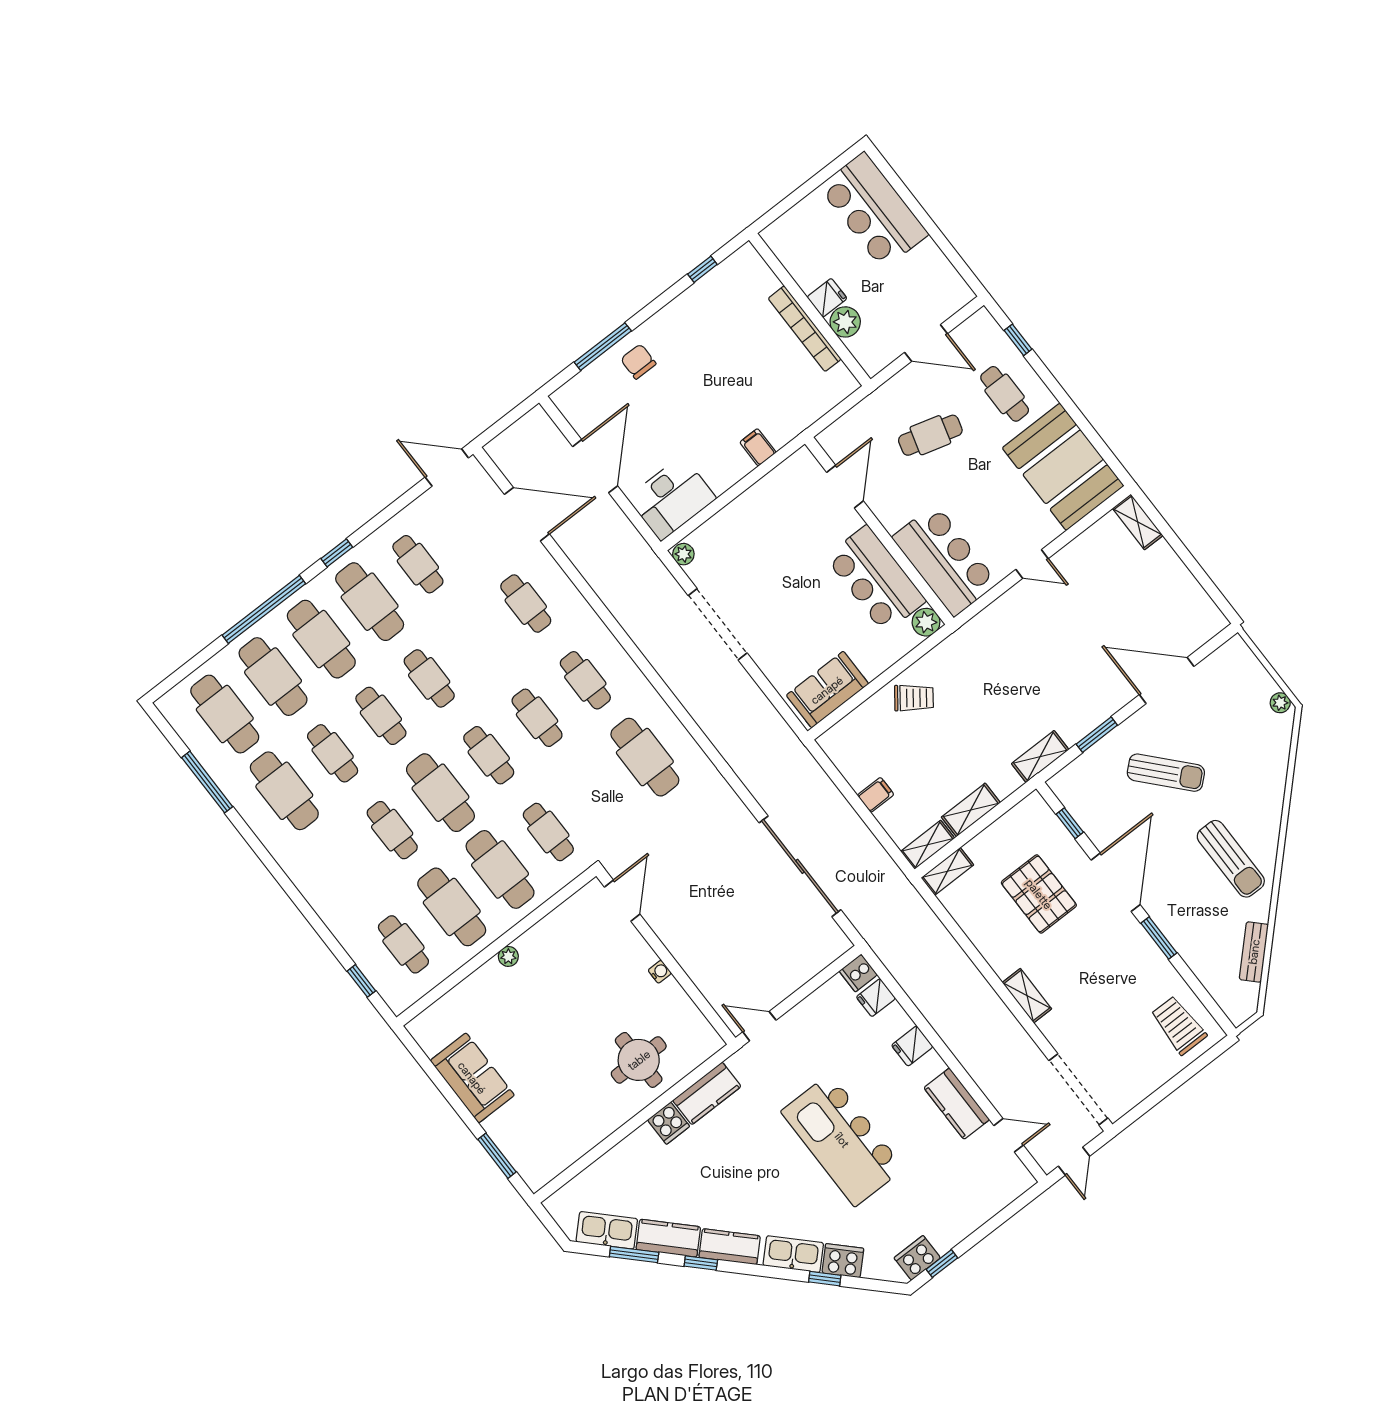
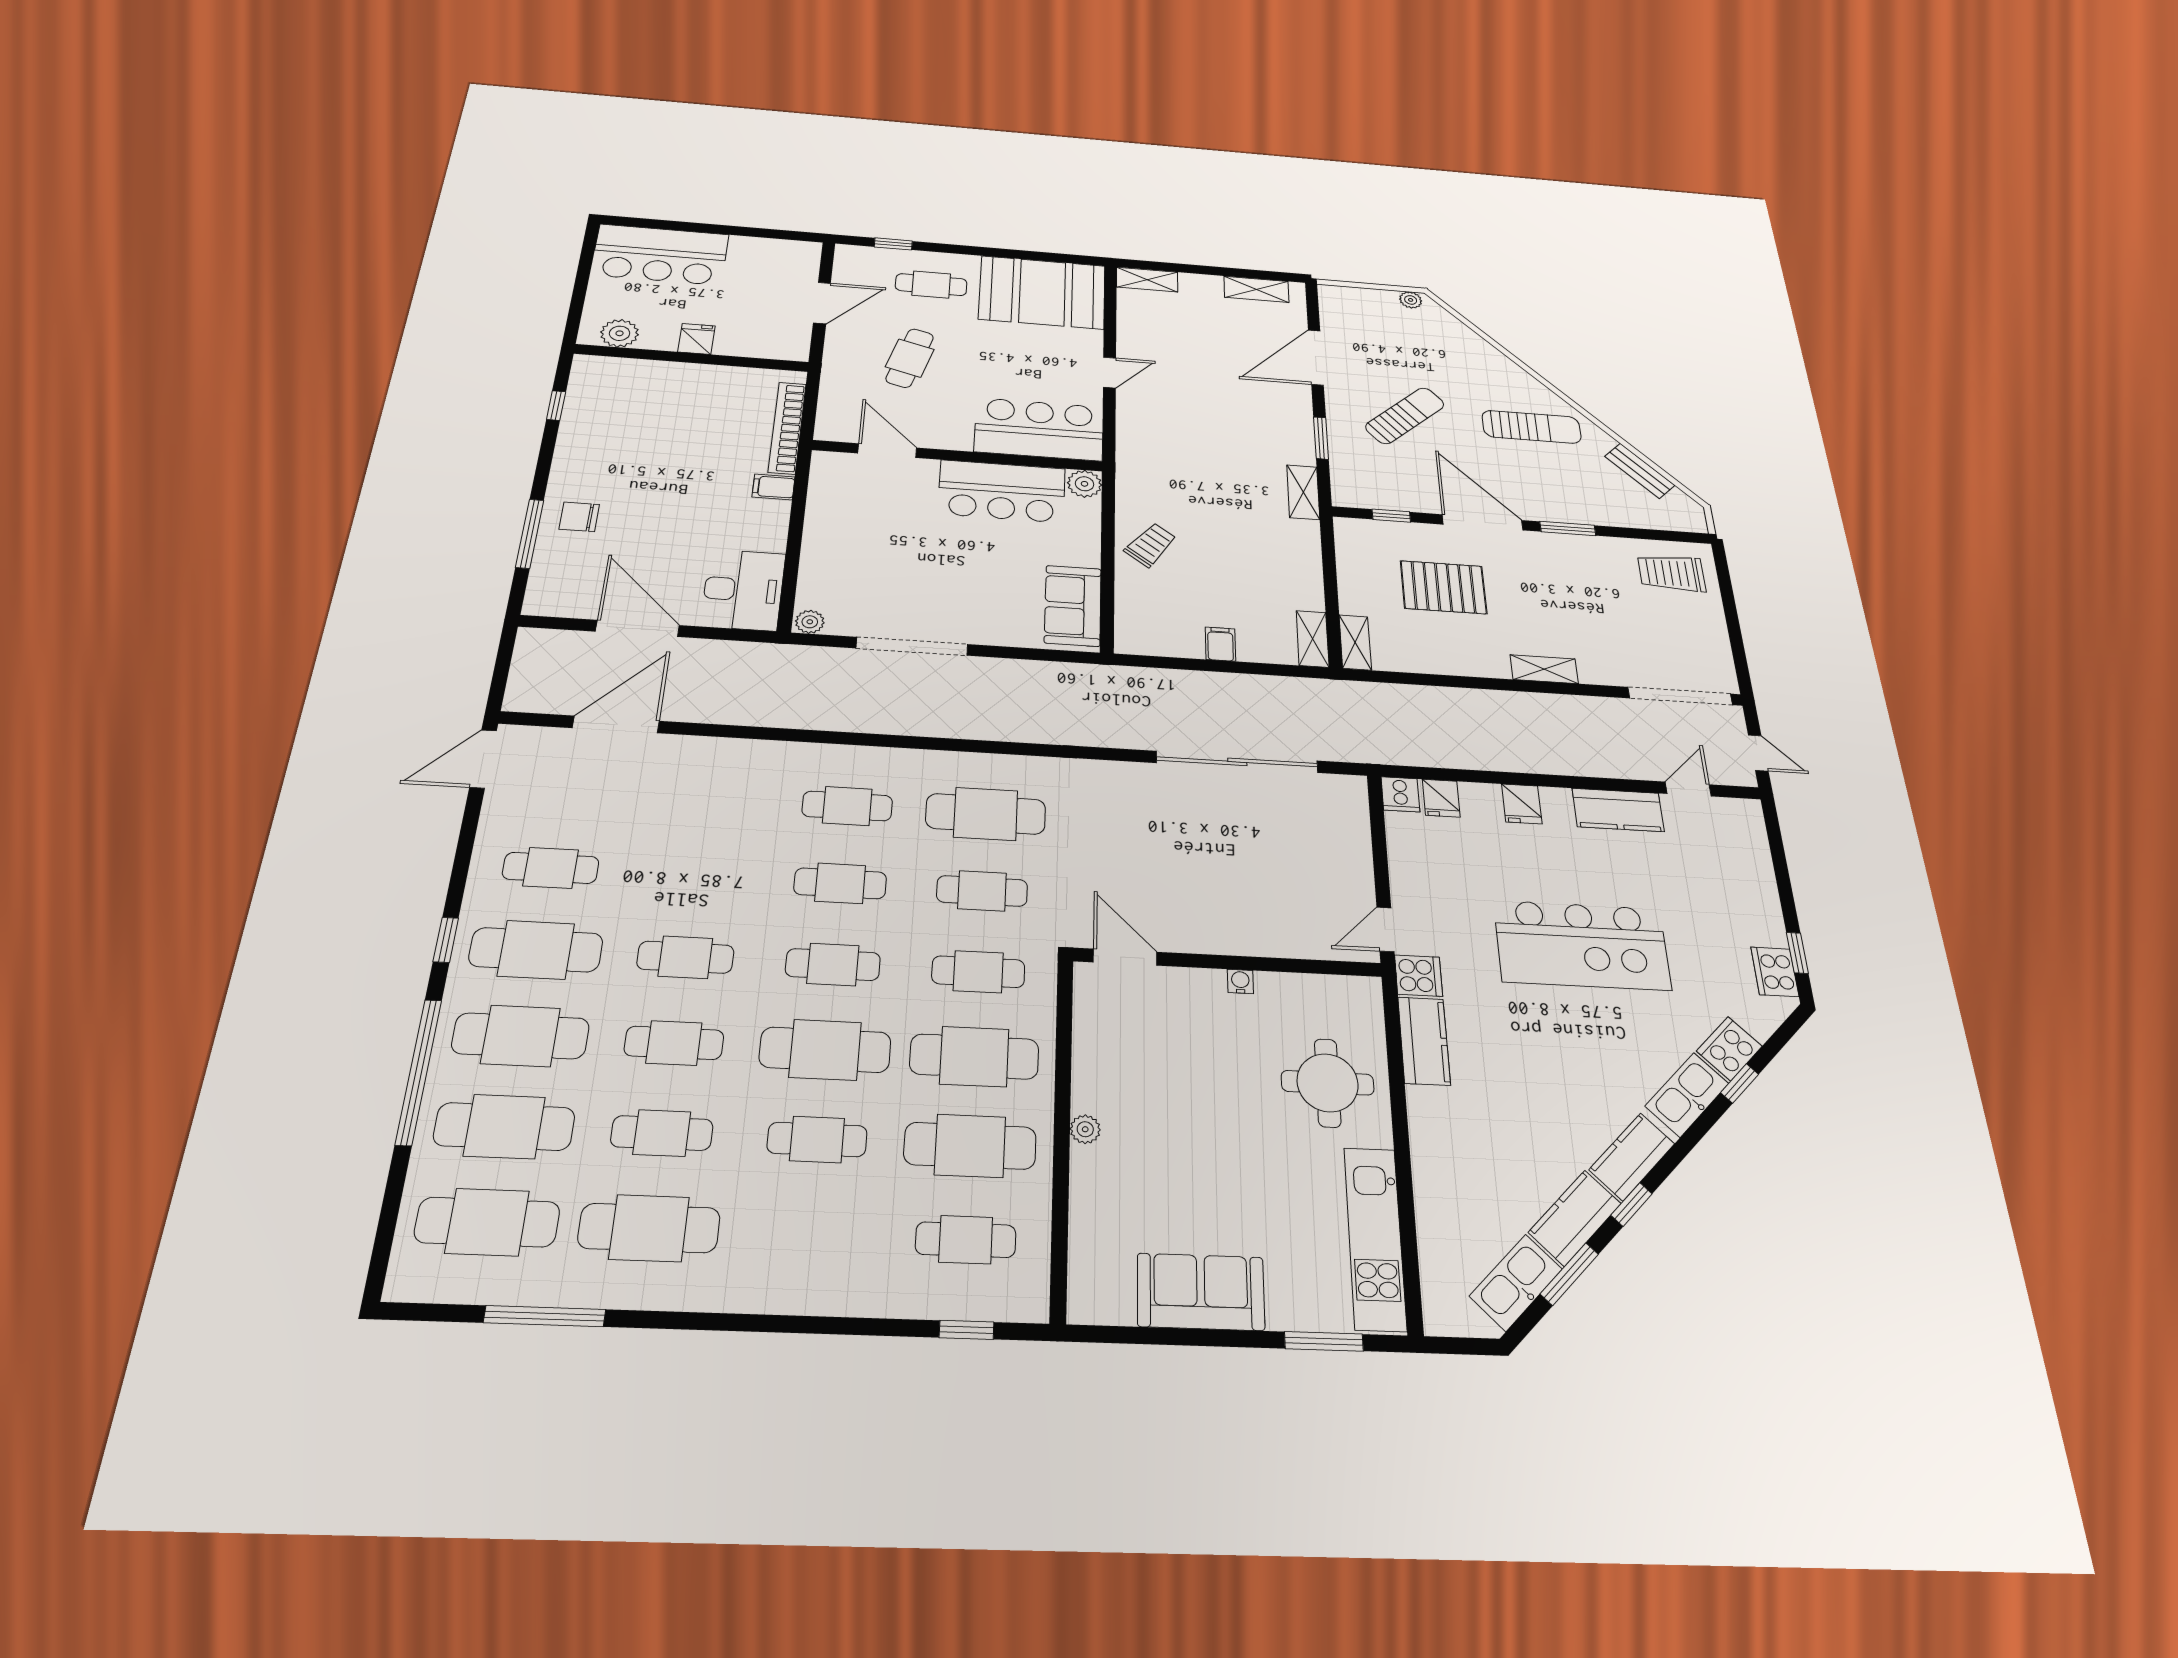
plant: (845, 322) -> (620, 333), moved
bookcase: (805, 329) -> (787, 428), moved, turned 90
cafe table: (526, 604) -> (982, 891), moved
shelving: (971, 810) -> (1256, 289), moved, turned 90
cooker: (668, 1123) -> (1418, 976), moved
kitchen unit: (572, 1144) -> (1375, 1238), added

